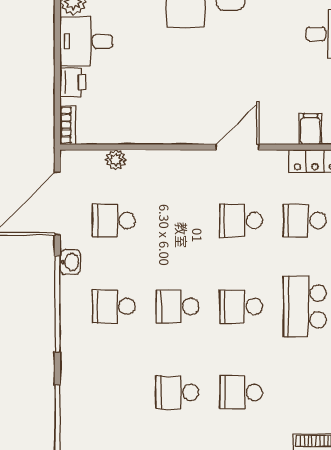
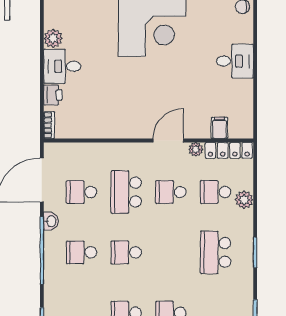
plant: (116, 160) -> (196, 149), moved
school desk: (241, 306) -> (126, 192), moved, width x1.85

